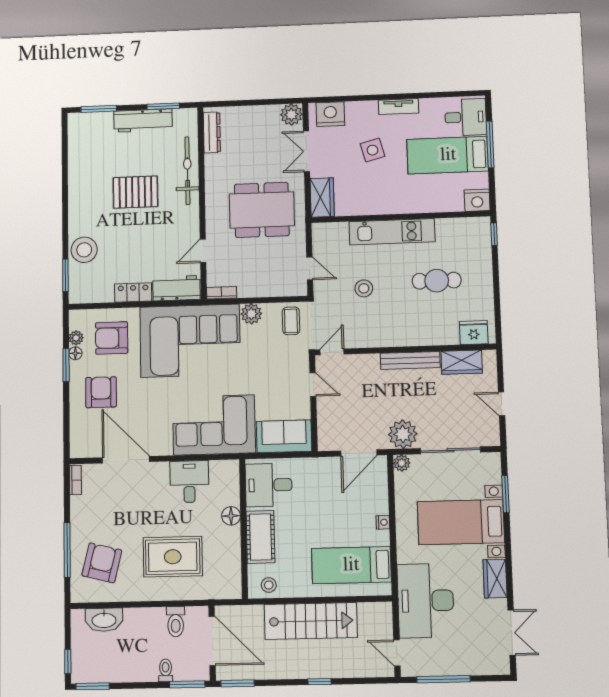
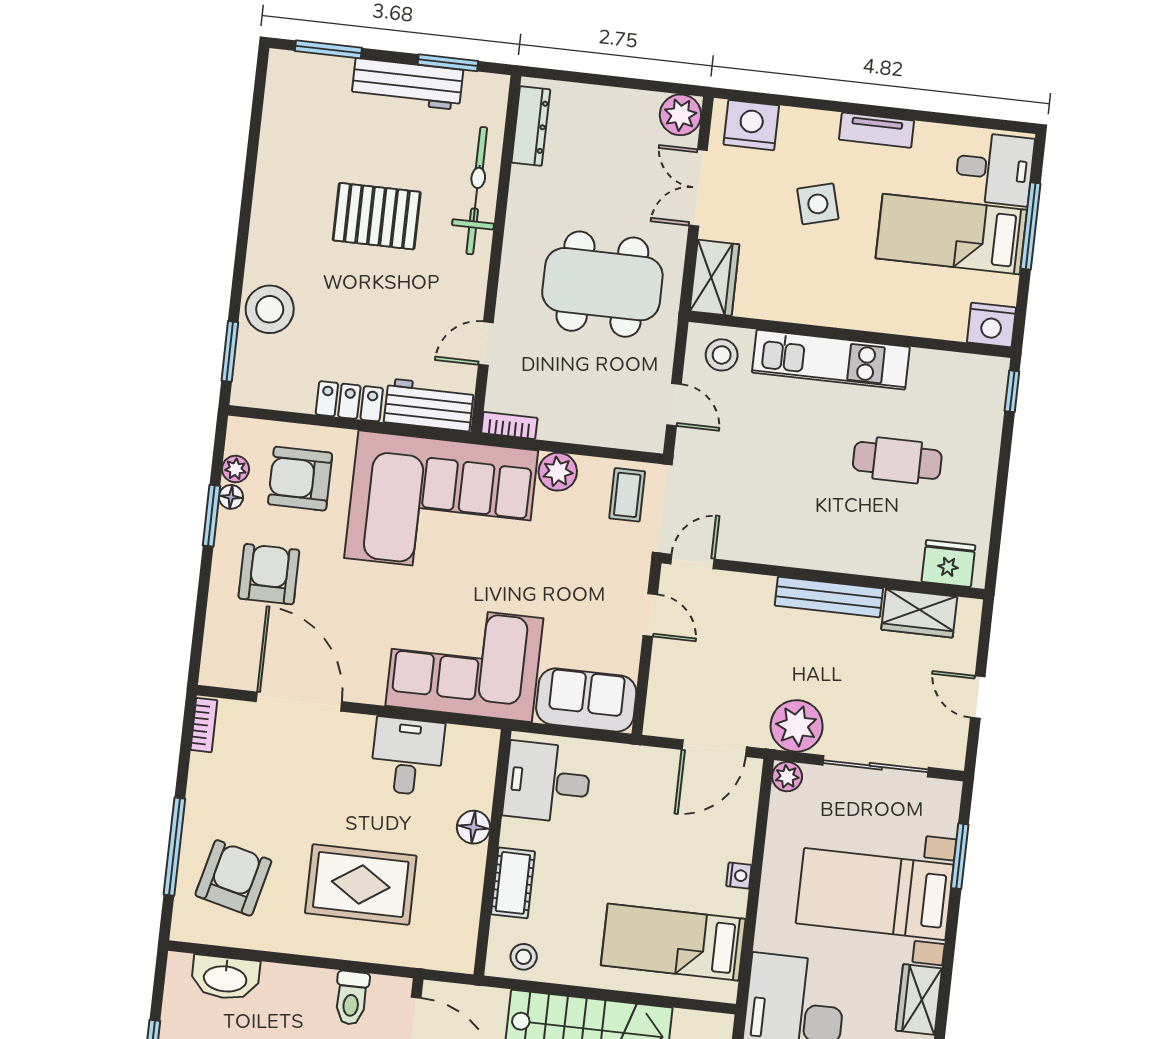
stool: (364, 288) -> (722, 355), moved
cot: (261, 537) -> (513, 883), width x0.73, depth x0.75

